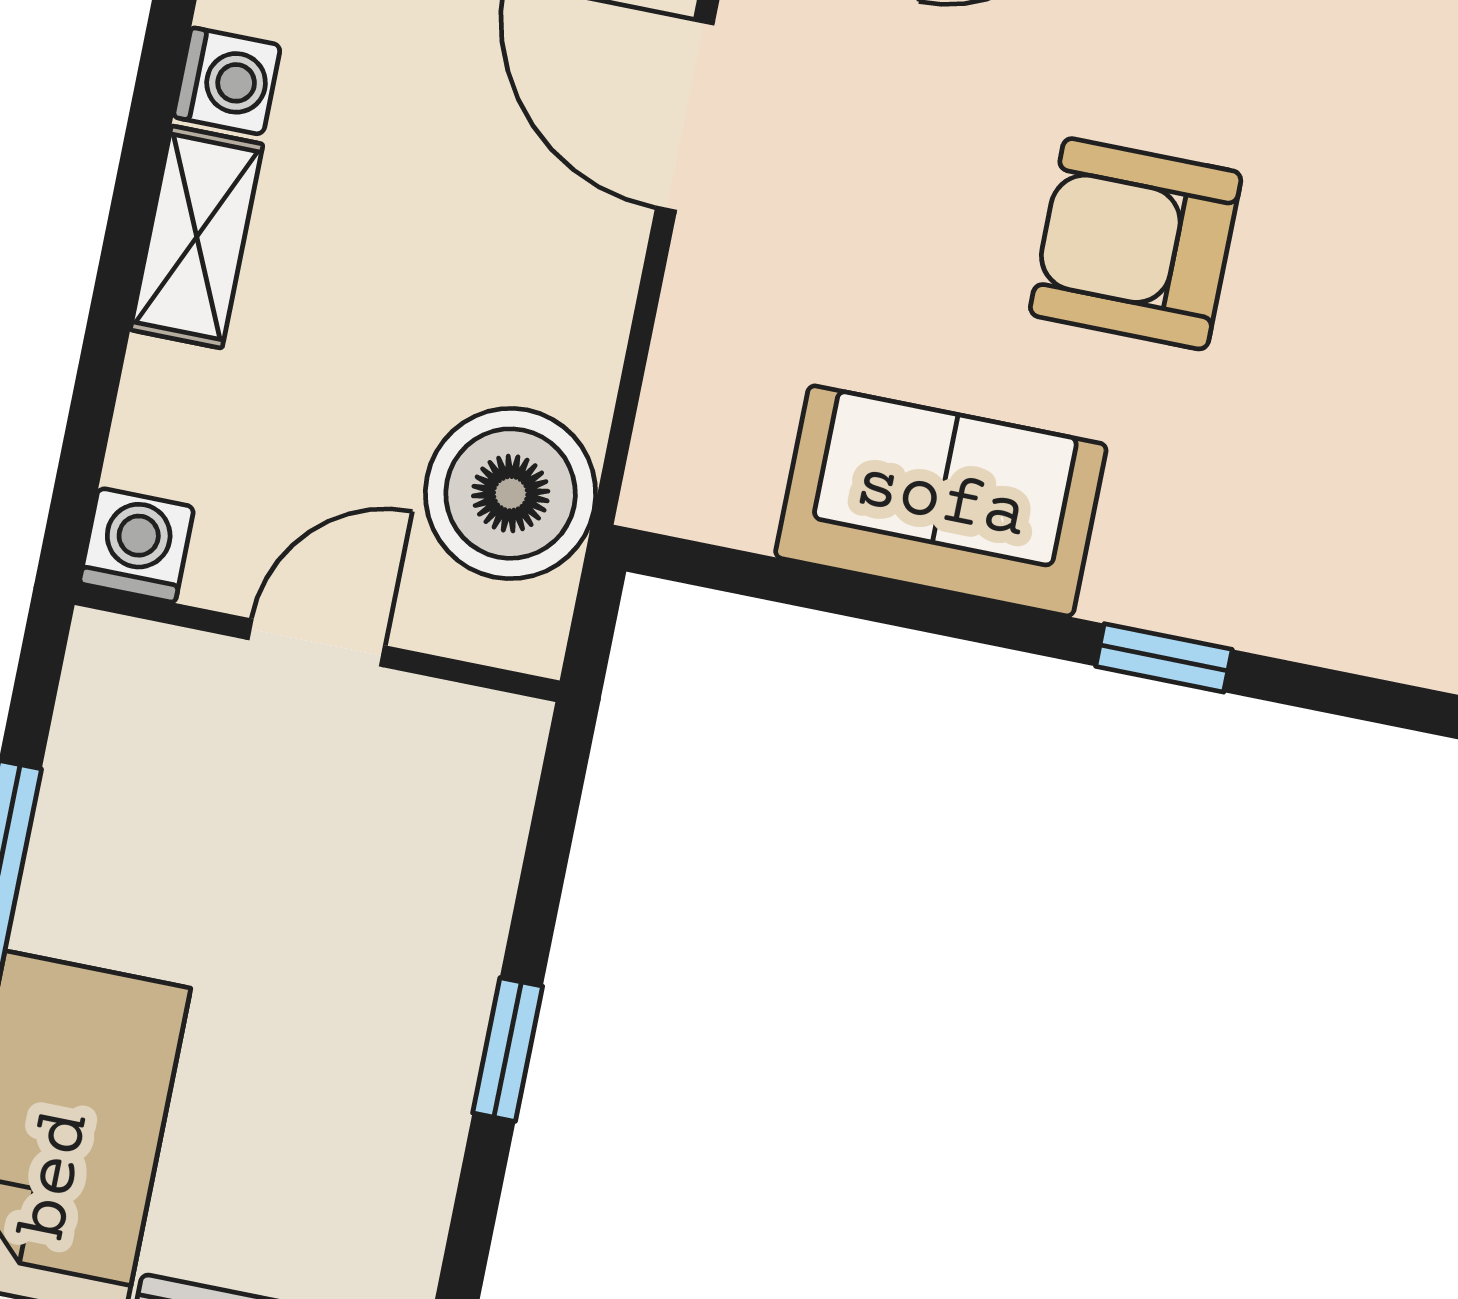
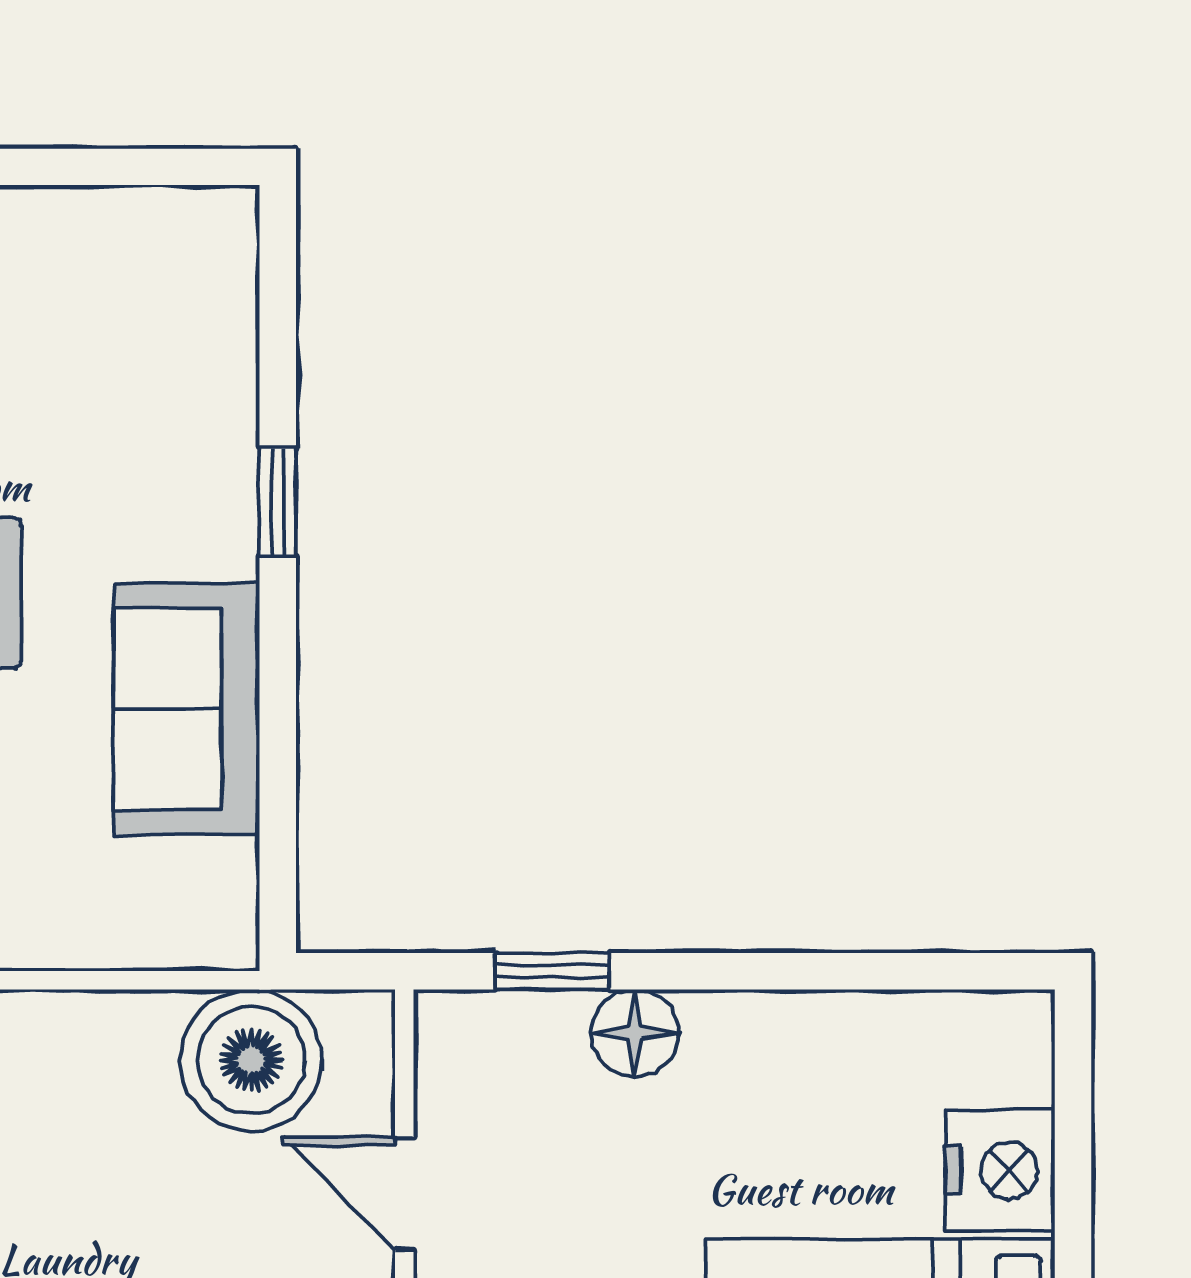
floor lamp: (451, 954) -> (635, 1033), added
window: (508, 1050) -> (552, 971), moved

